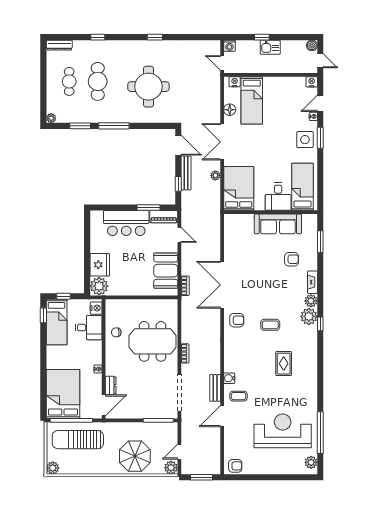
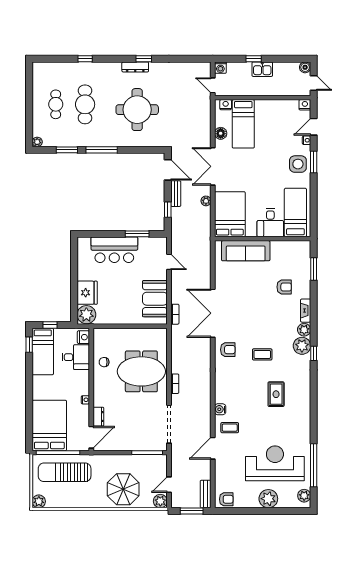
dresser: (59, 45) -> (135, 67), moved
bench: (186, 173) -> (176, 194), width x0.73
piano: (164, 217) -> (153, 243), removed
sofa: (278, 224) -> (246, 251), moved
bench: (215, 388) -> (206, 494), moved
plant: (276, 465) -> (268, 499), added

